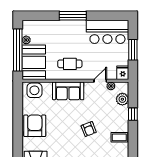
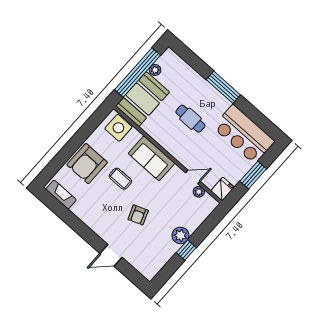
cafe table: (70, 64) -> (190, 119), moved
plant: (122, 99) -> (180, 235), moved
window: (133, 114) -> (186, 250), moved
armchair: (35, 126) -> (87, 164), turned 180
coffee table: (119, 137) -> (120, 179), moved

